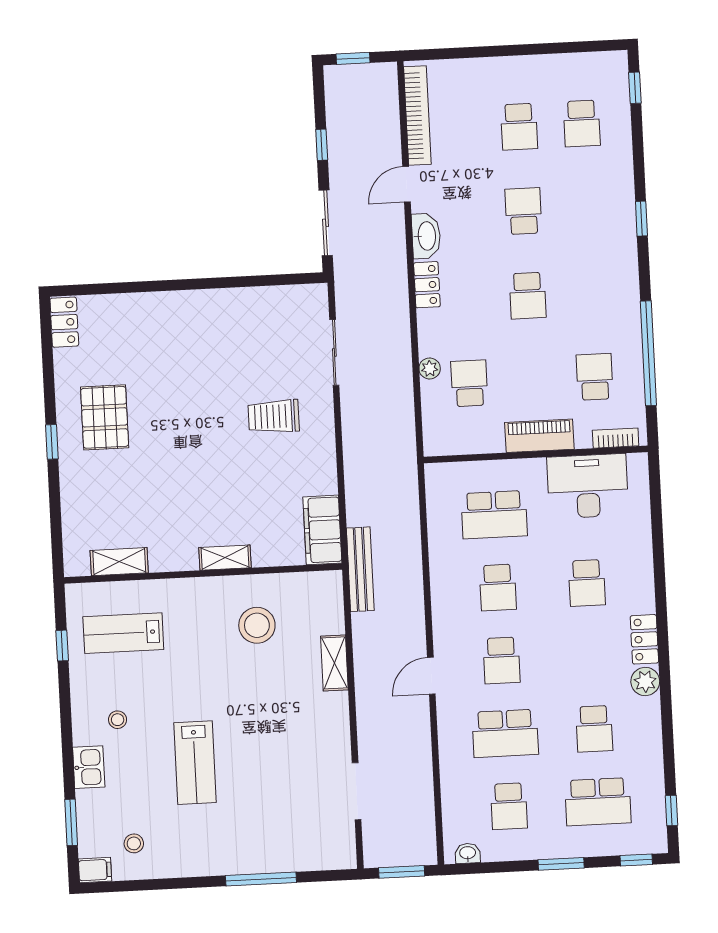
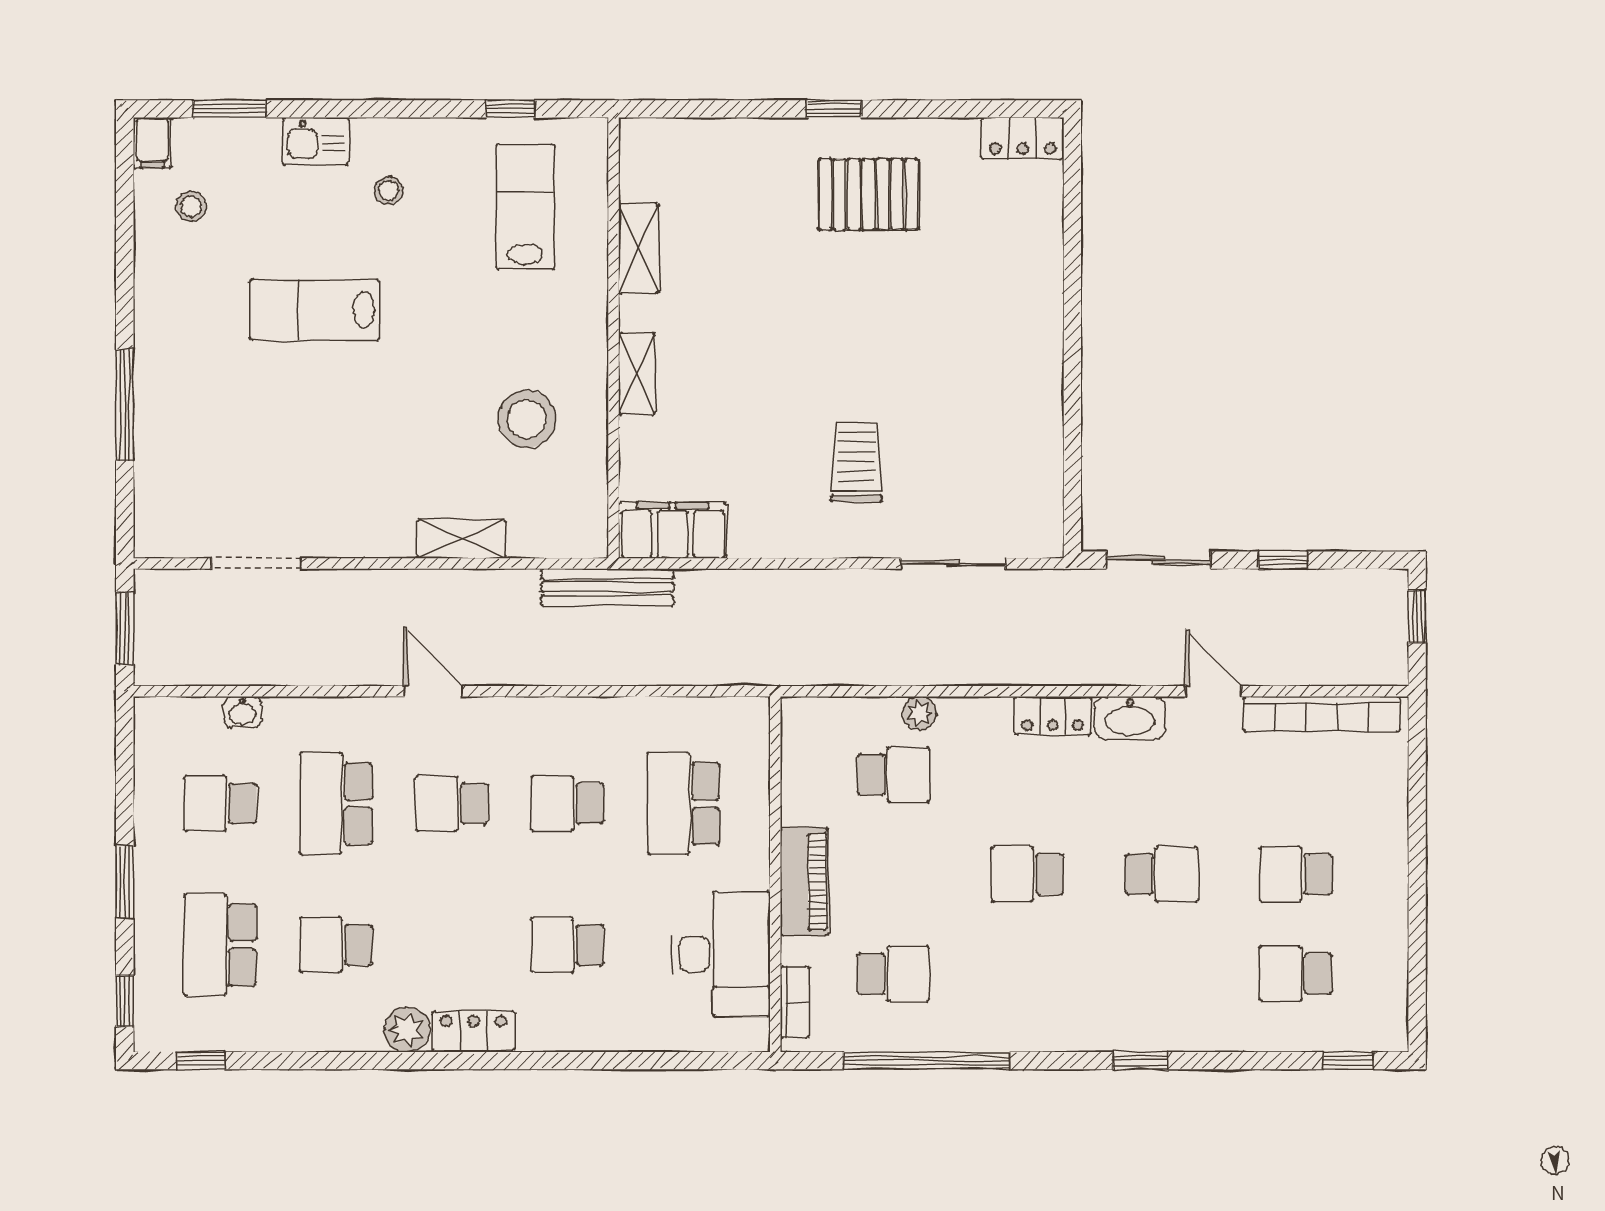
shelving: (119, 562) -> (639, 249), moved
washbasin: (468, 853) -> (242, 712), moved, turned 90

